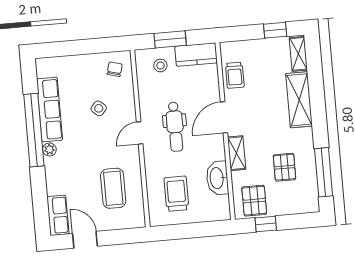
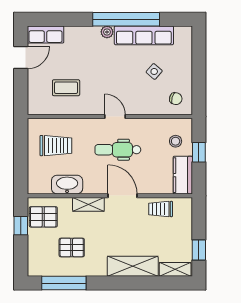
window: (170, 39) -> (199, 152), width x0.67
side table: (99, 108) -> (154, 71), moved
coffee table: (113, 188) -> (66, 88), width x0.73, depth x0.77

